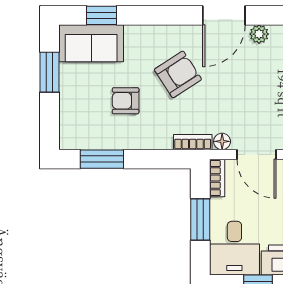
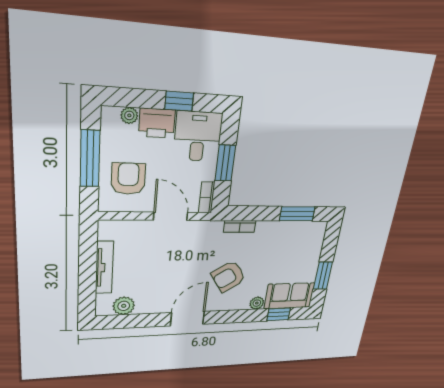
plant: (259, 34) -> (257, 303), moved
armchair: (126, 101) -> (272, 257), removed
floor lamp: (222, 141) -> (199, 227), removed
bookcase: (193, 142) -> (240, 226), moved

